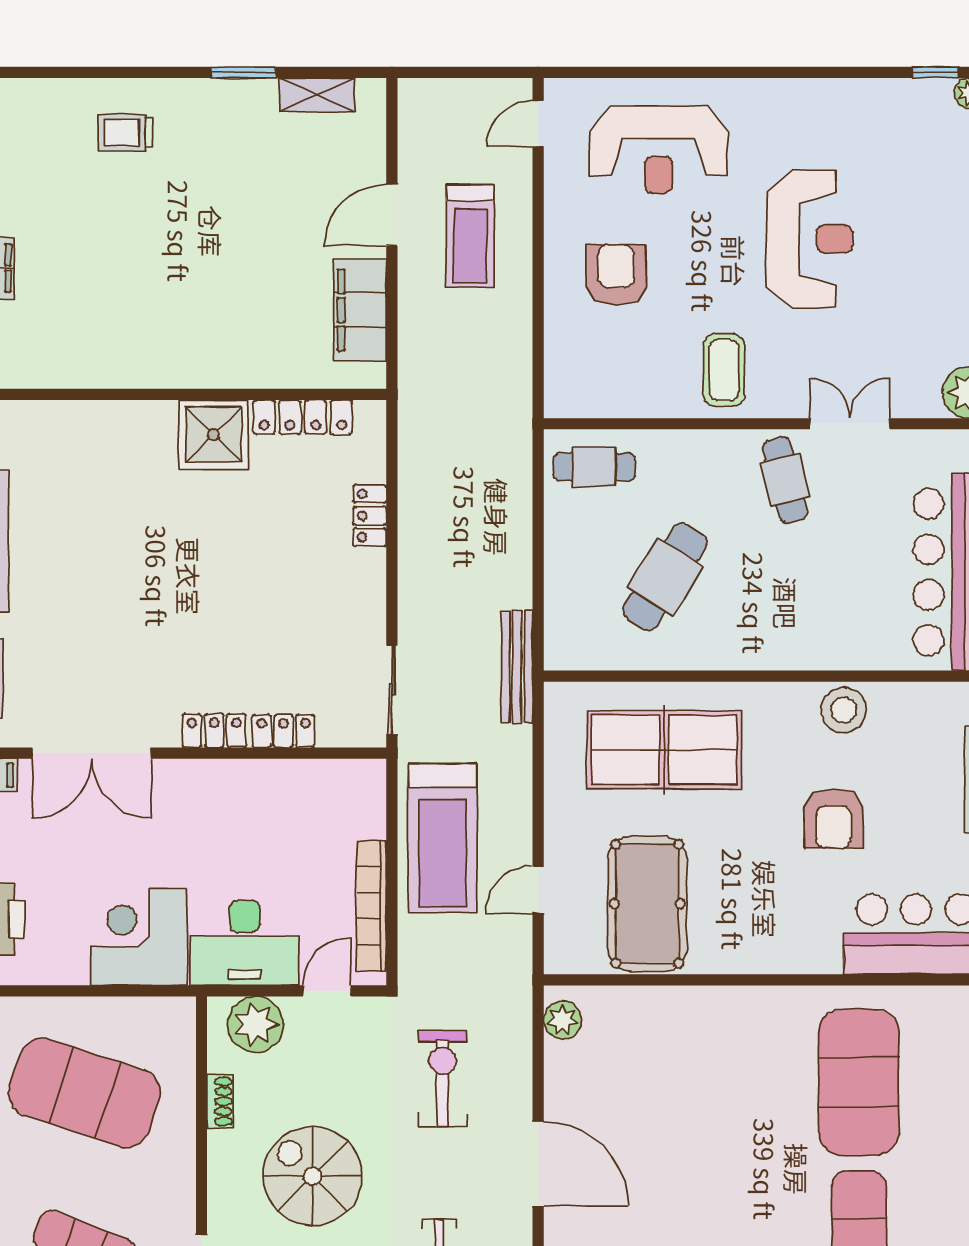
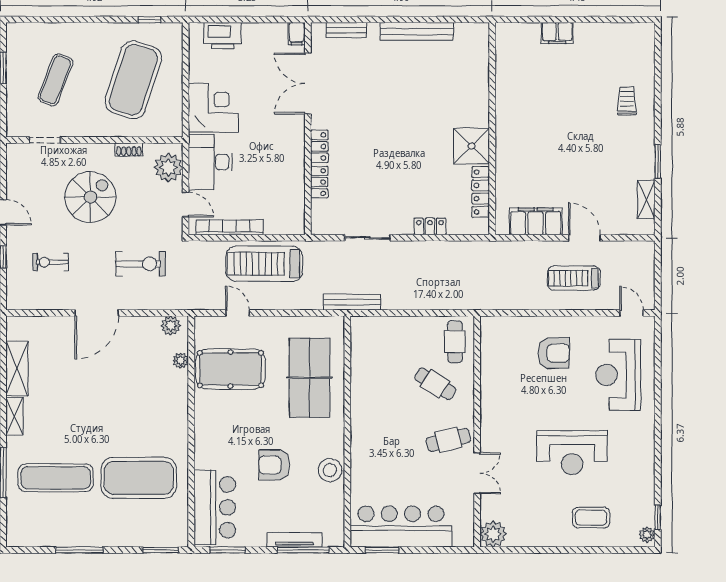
coffee table: (724, 370) -> (591, 518), moved
cafe table: (665, 577) -> (435, 384), moved, width x0.73, depth x0.74
sliding door: (392, 690) -> (367, 238), moved
plant: (631, 1001) -> (181, 361), added

